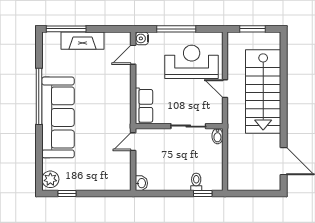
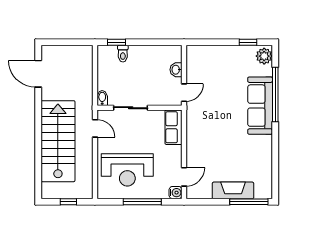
window: (252, 29) -> (68, 202), width x0.67
door: (225, 89) -> (95, 128), moved
window: (39, 96) -> (275, 94), moved
sofa: (58, 117) -> (260, 106), width x0.74, depth x0.79
washbasin: (141, 183) -> (176, 70), moved

